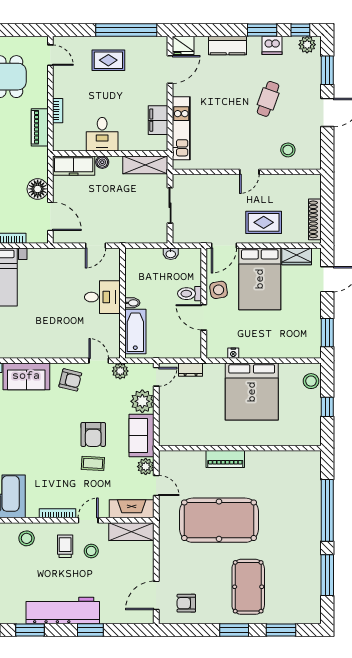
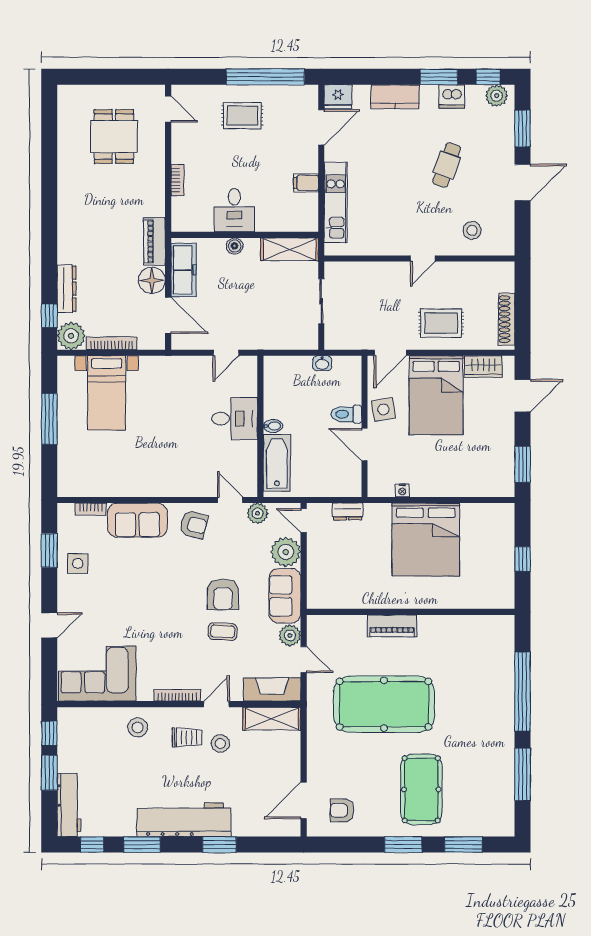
filing cabinet: (158, 120) -> (306, 183), width x0.50
piano: (40, 127) -> (154, 241), moved
freezer: (74, 166) -> (184, 270), moved, turned -90
door: (156, 377) -> (304, 521), swing flipped
stool: (311, 381) -> (502, 526), removed
trolley: (65, 546) -> (187, 737), turned 90

